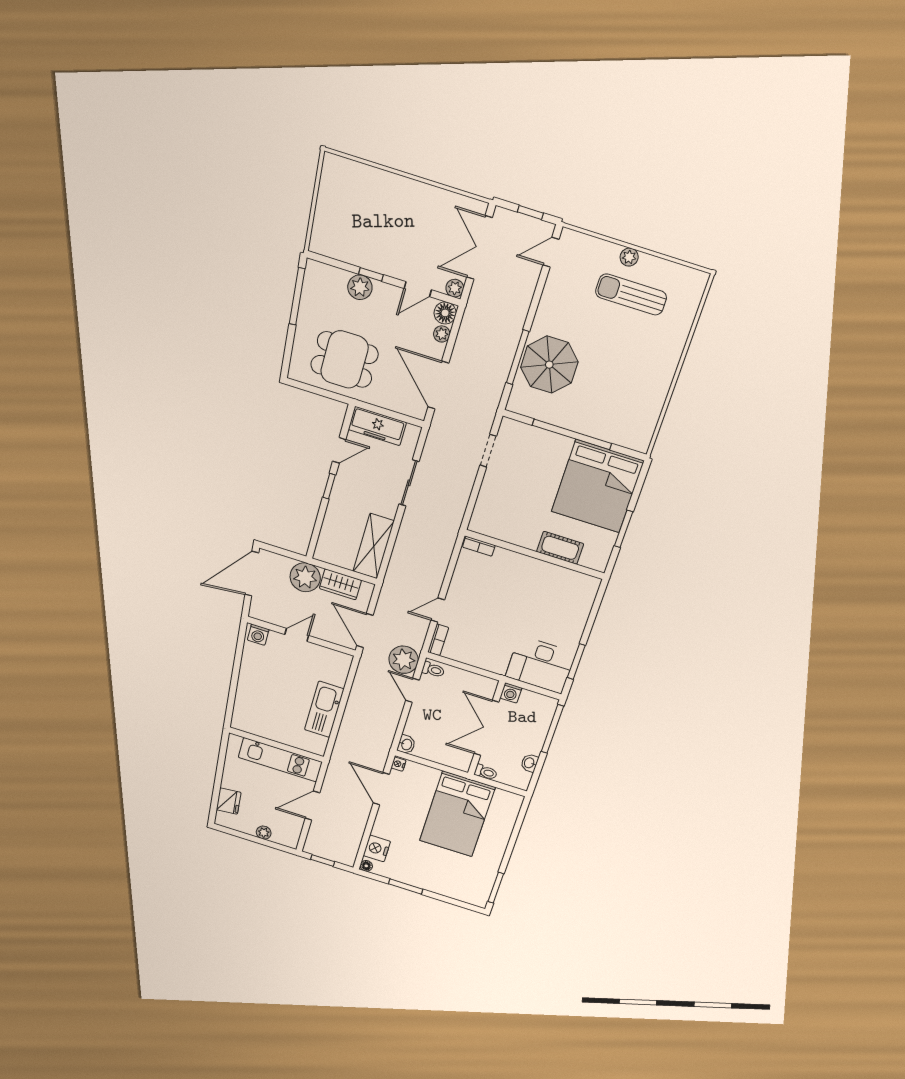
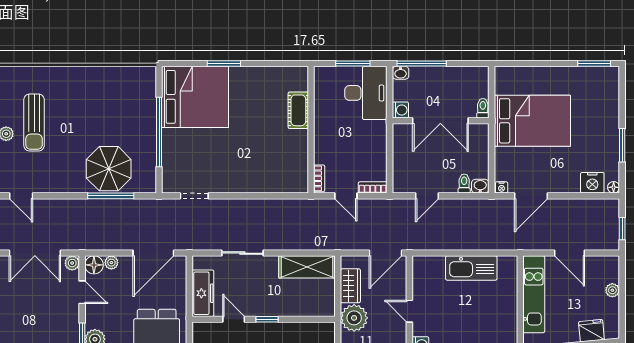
bookcase: (479, 546) -> (319, 178), moved
cot: (560, 548) -> (298, 110), moved
wall: (534, 554) -> (311, 130), moved
plant: (404, 660) -> (401, 212), removed
toilet: (433, 670) -> (464, 183), moved
washbasin: (530, 763) -> (401, 73), moved

